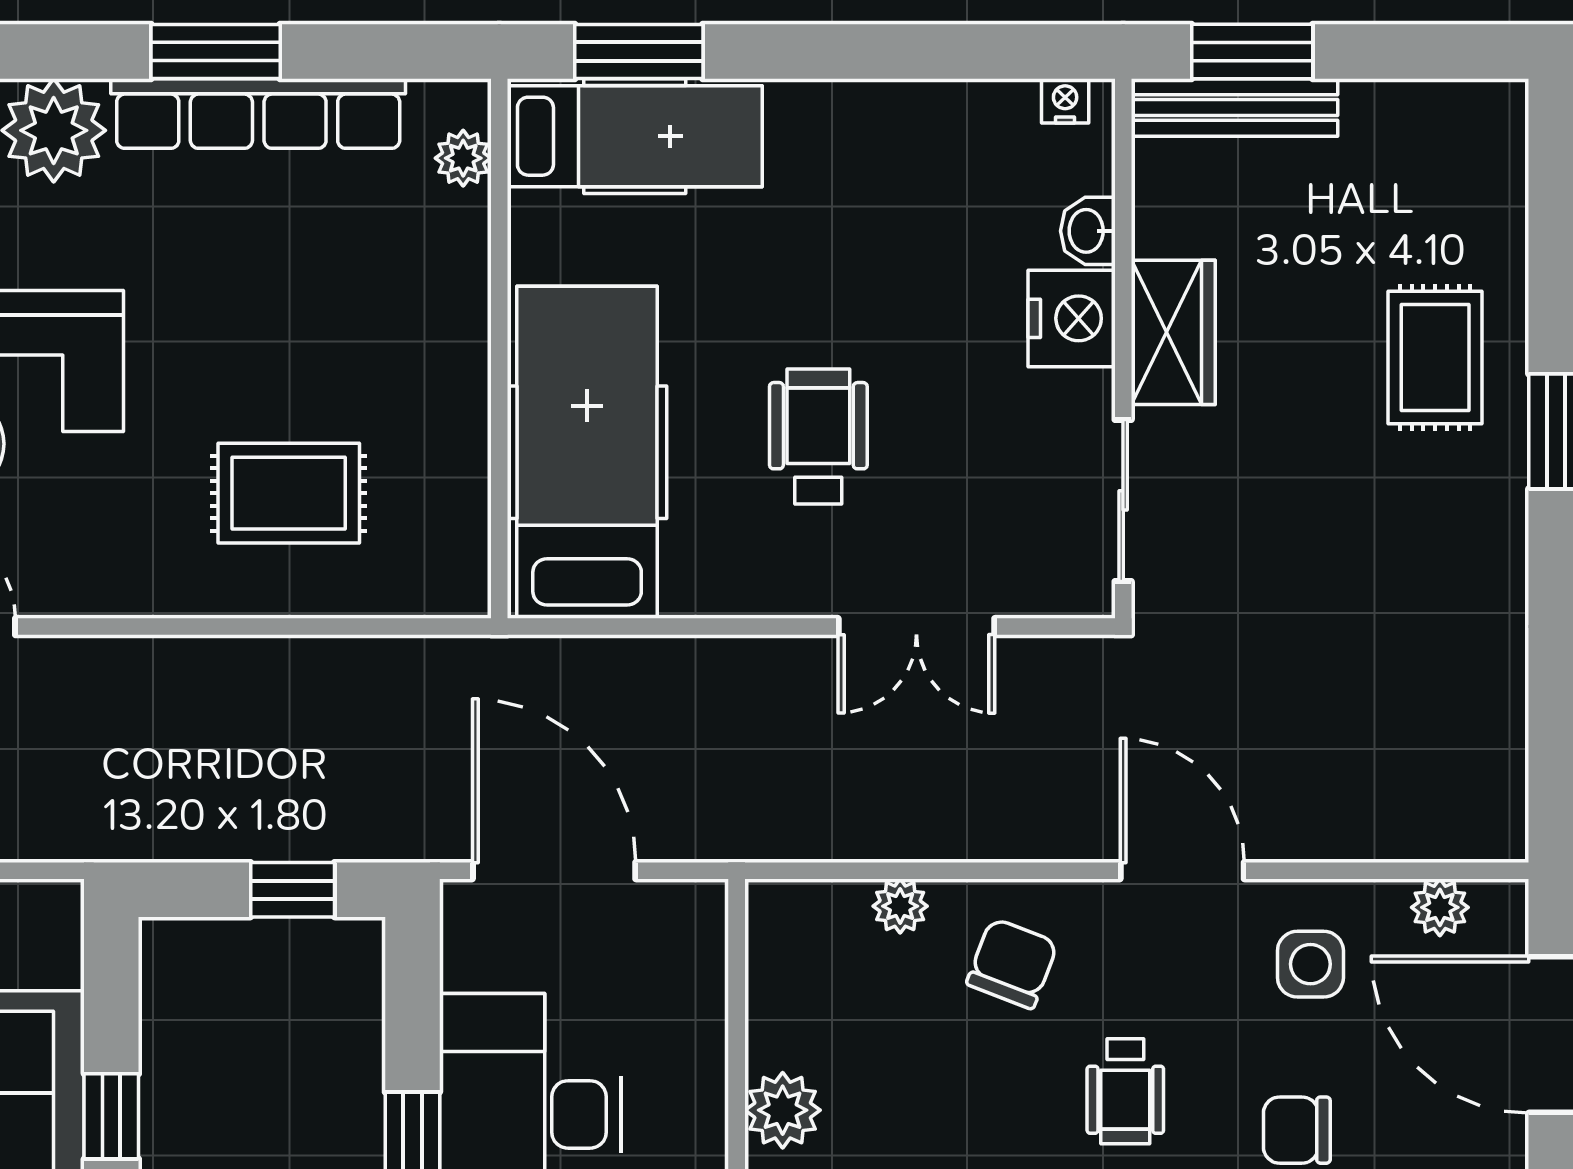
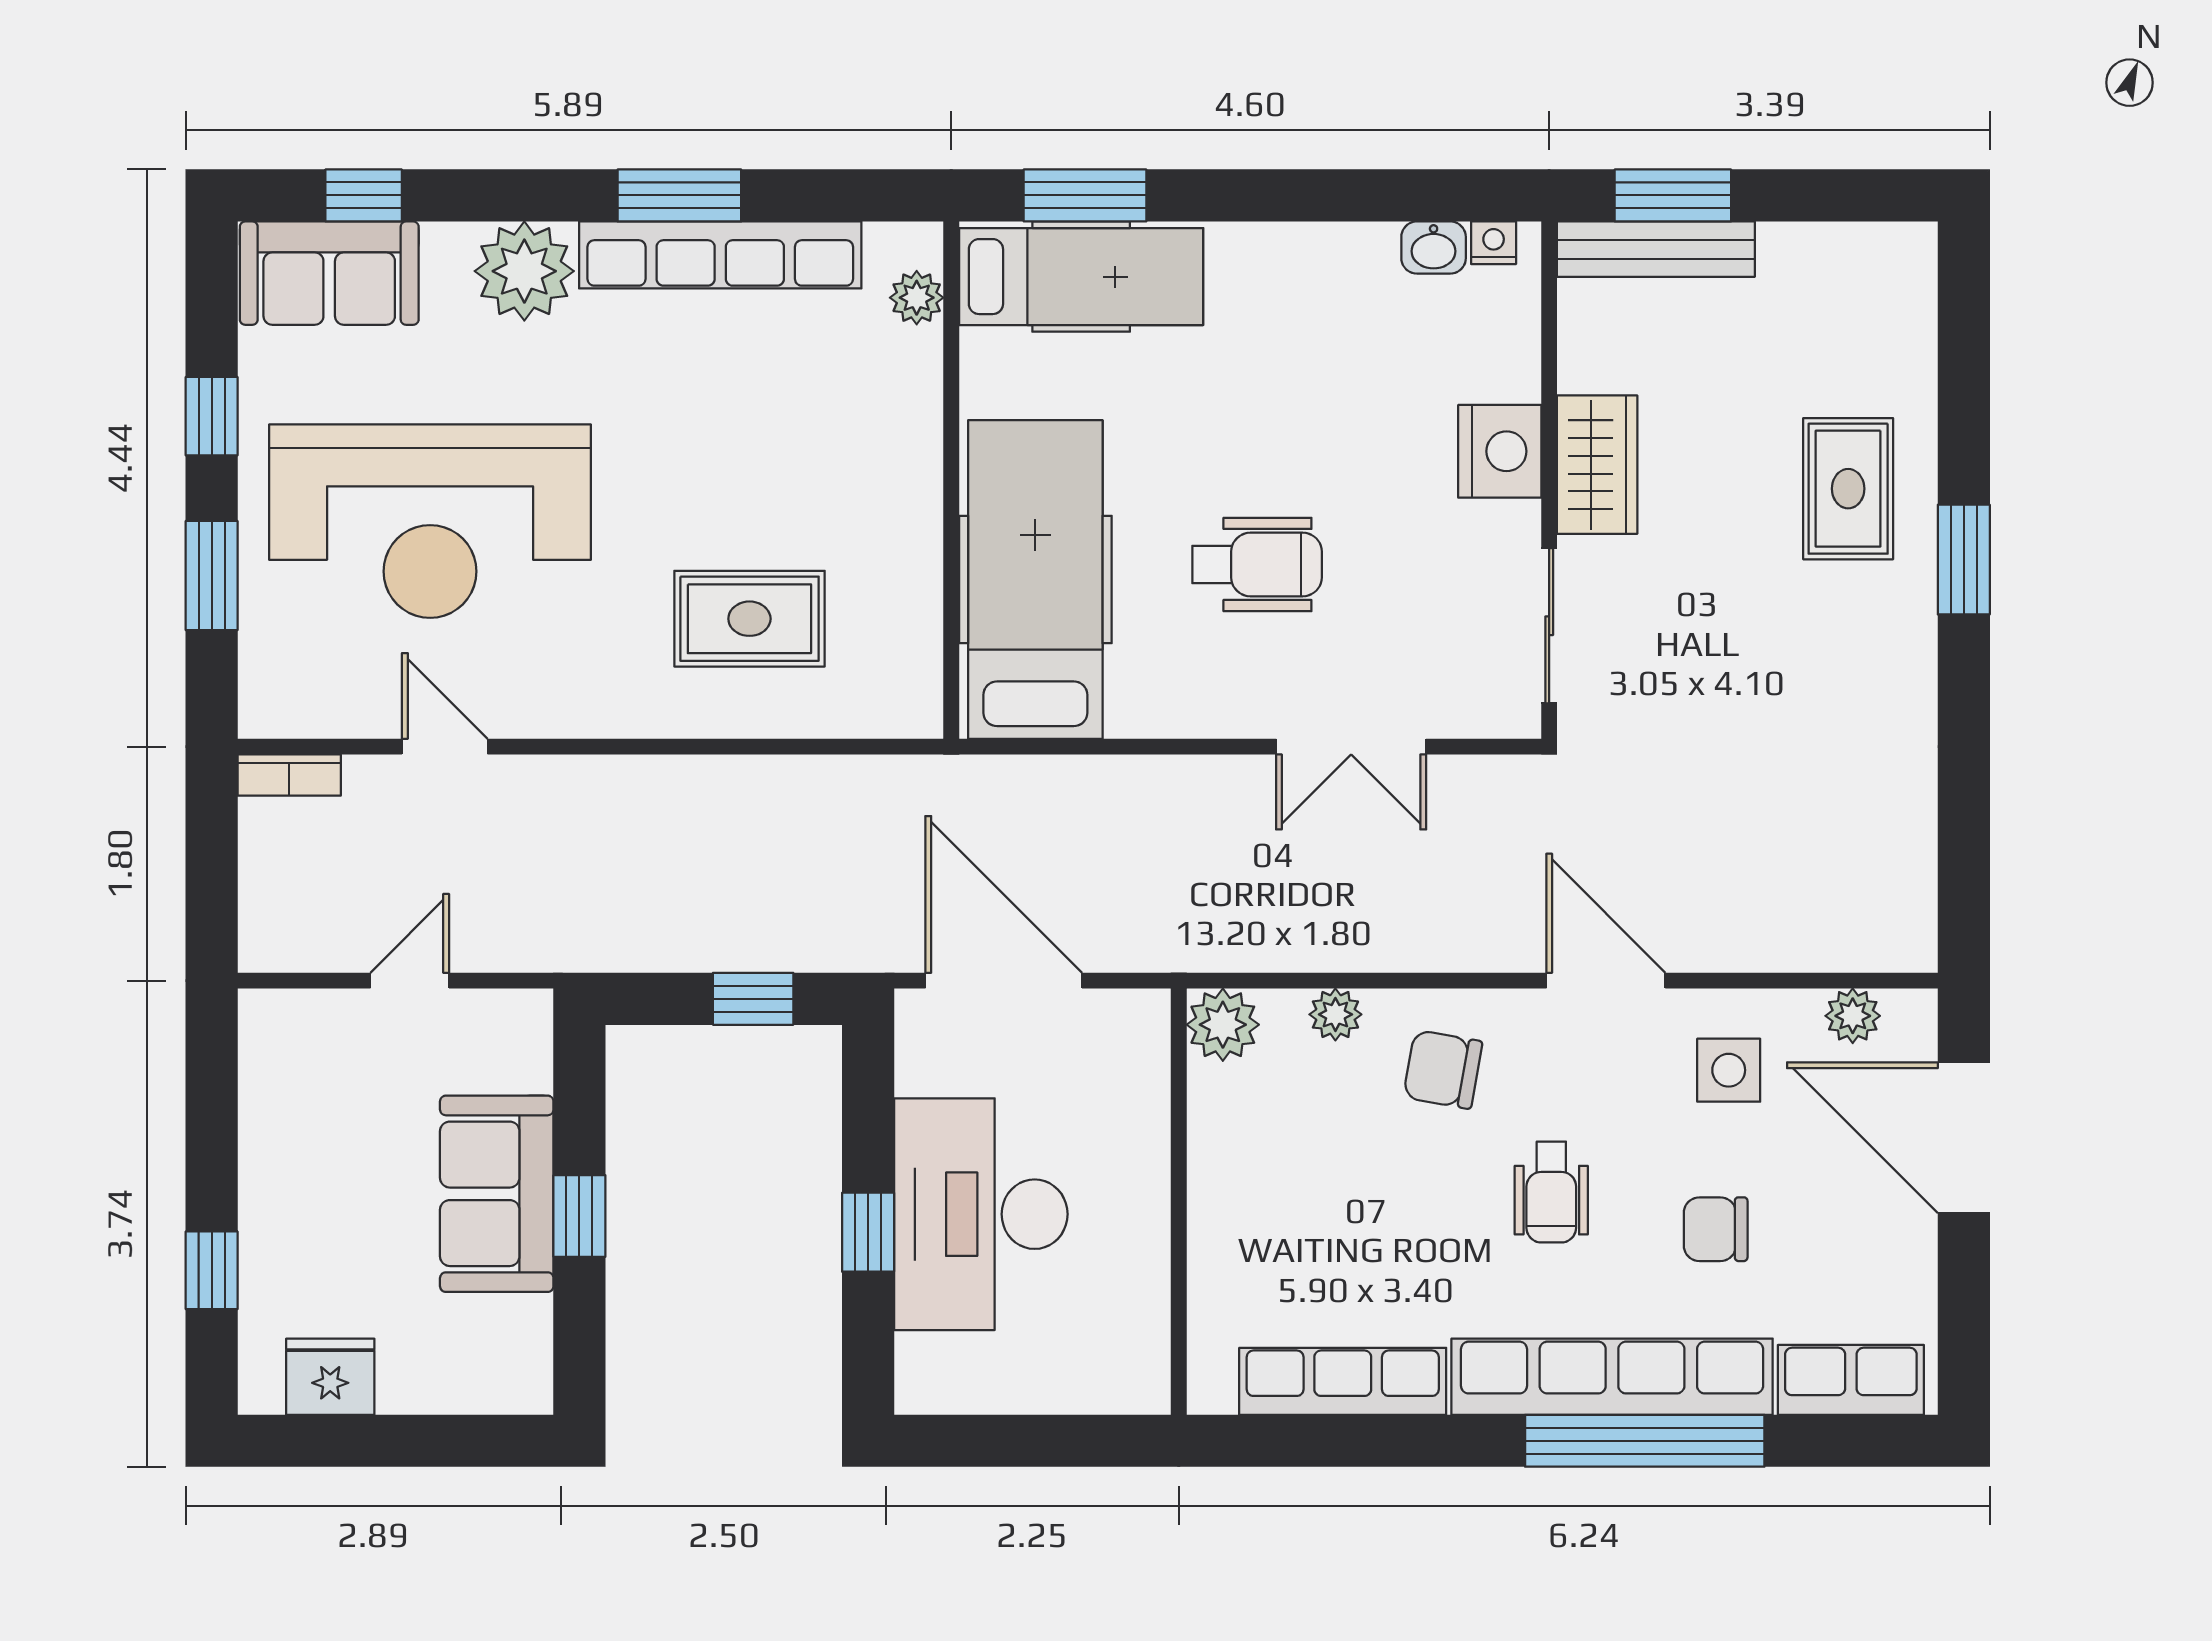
washbasin: (1088, 231) -> (1434, 248), moved, turned -90
wheelchair: (818, 437) -> (1257, 564), turned 90
chair: (1012, 963) -> (1443, 1069), turned -101
plant: (783, 1110) -> (1223, 1025), moved

